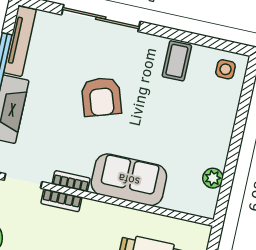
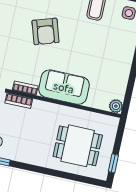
plant: (213, 178) -> (116, 106), moved

